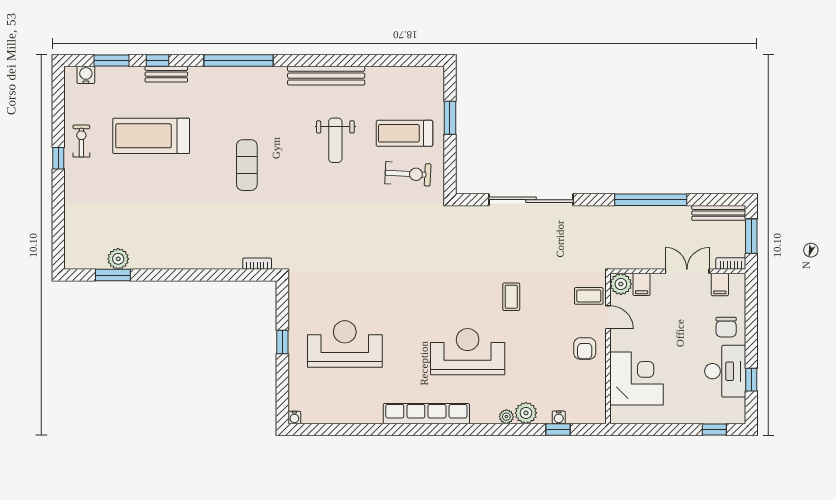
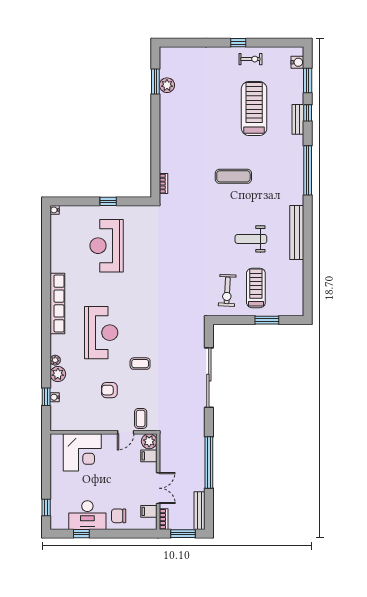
reception desk: (345, 344) -> (107, 246), turned 180
armchair: (585, 349) -> (109, 390), moved

